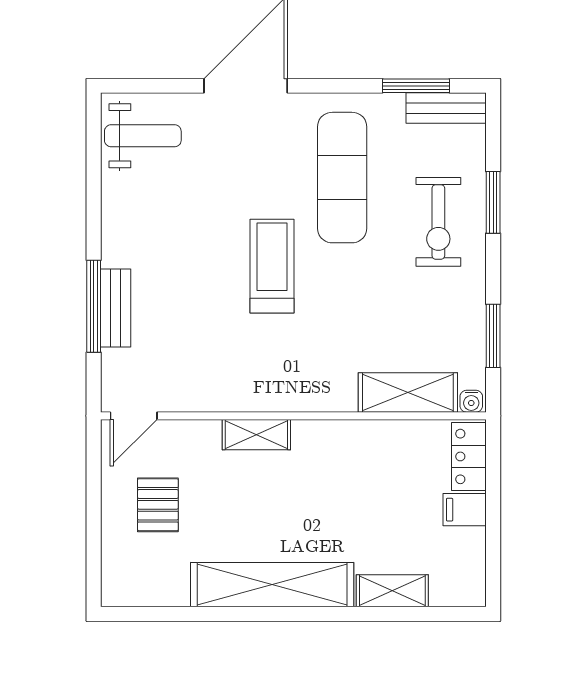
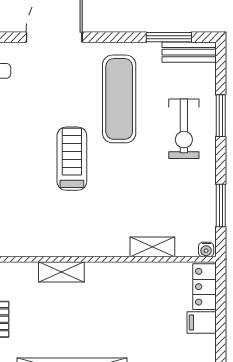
shelving: (408, 393) -> (152, 247), width x0.67, depth x0.75

